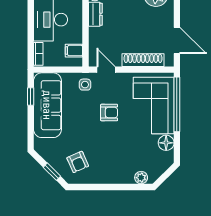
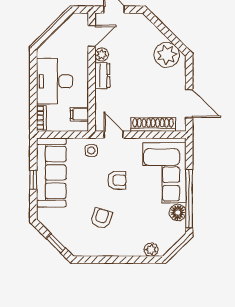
window: (31, 97) -> (33, 180), moved
window: (177, 104) -> (189, 199), moved
armchair: (78, 162) -> (101, 218), moved, turned -138

